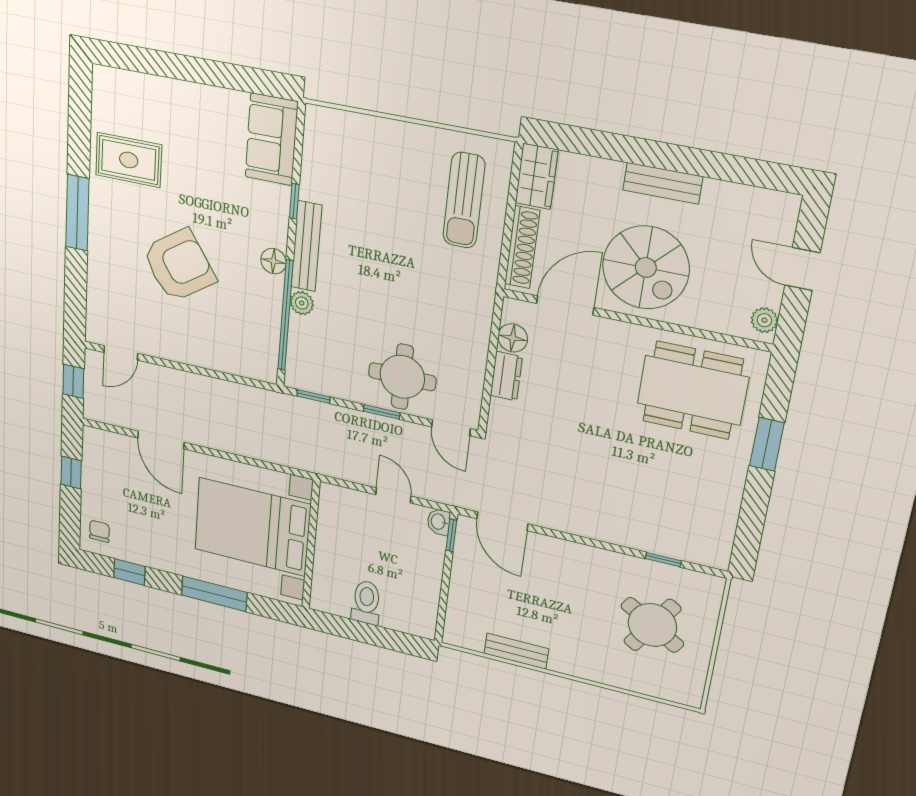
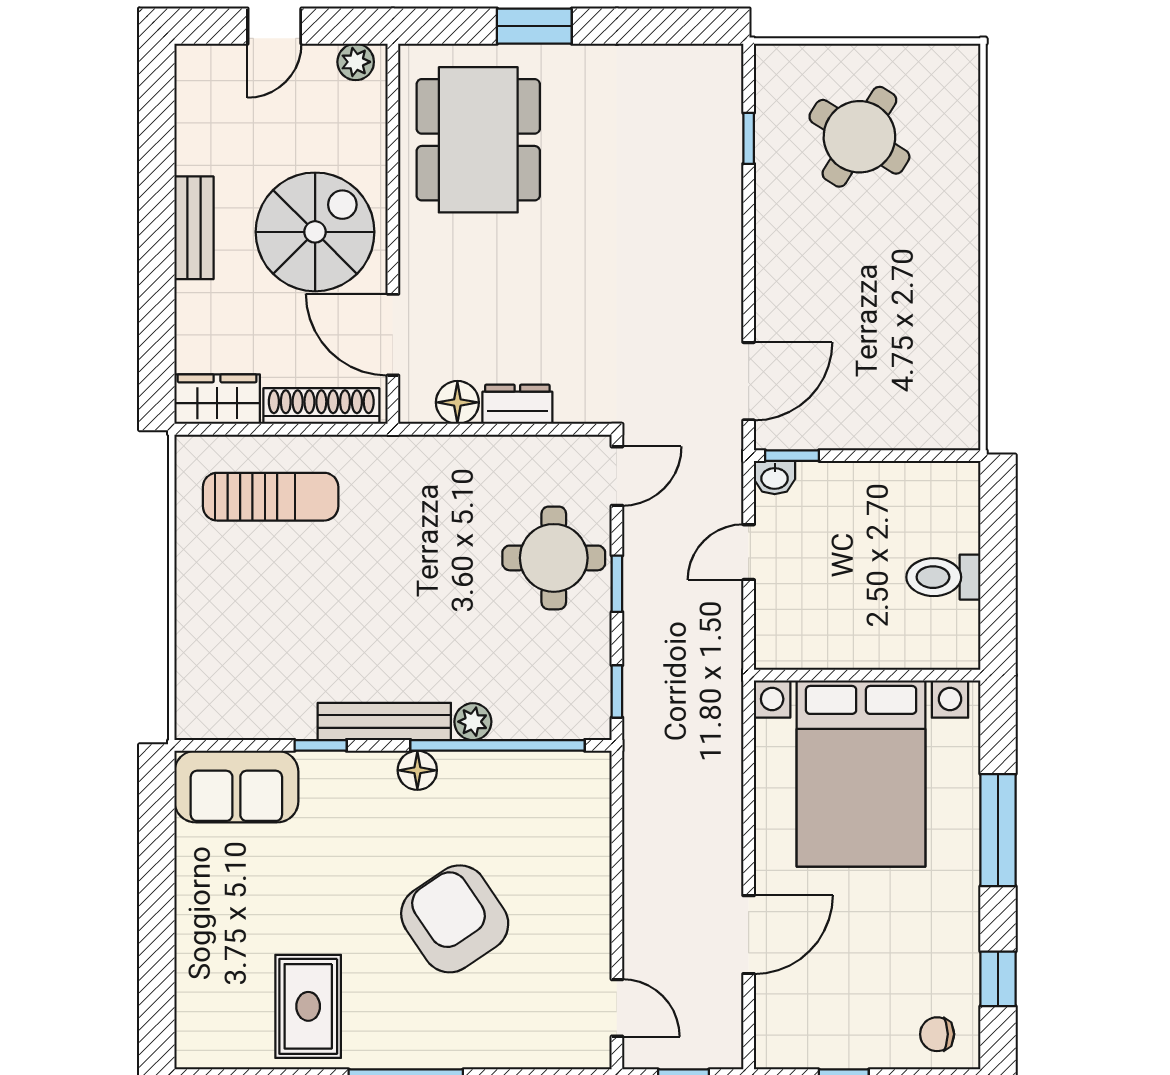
bench: (516, 651) -> (962, 332), removed

